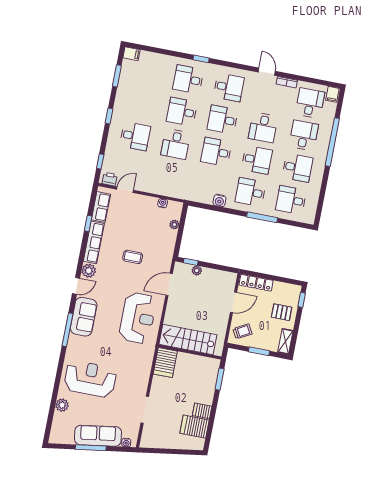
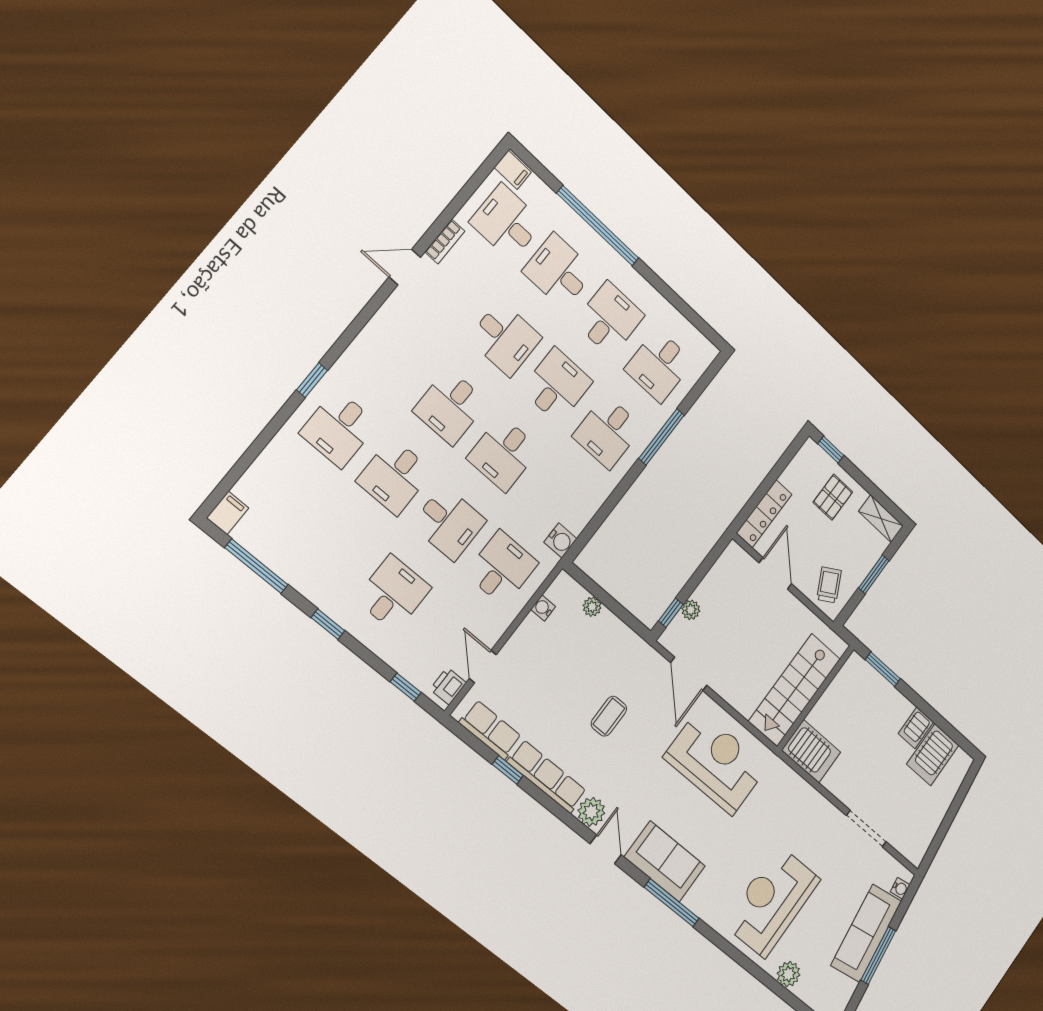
window: (117, 76) -> (256, 566), width x1.44
desk: (229, 87) -> (502, 568), moved
water cooler: (219, 201) -> (560, 541), moved

